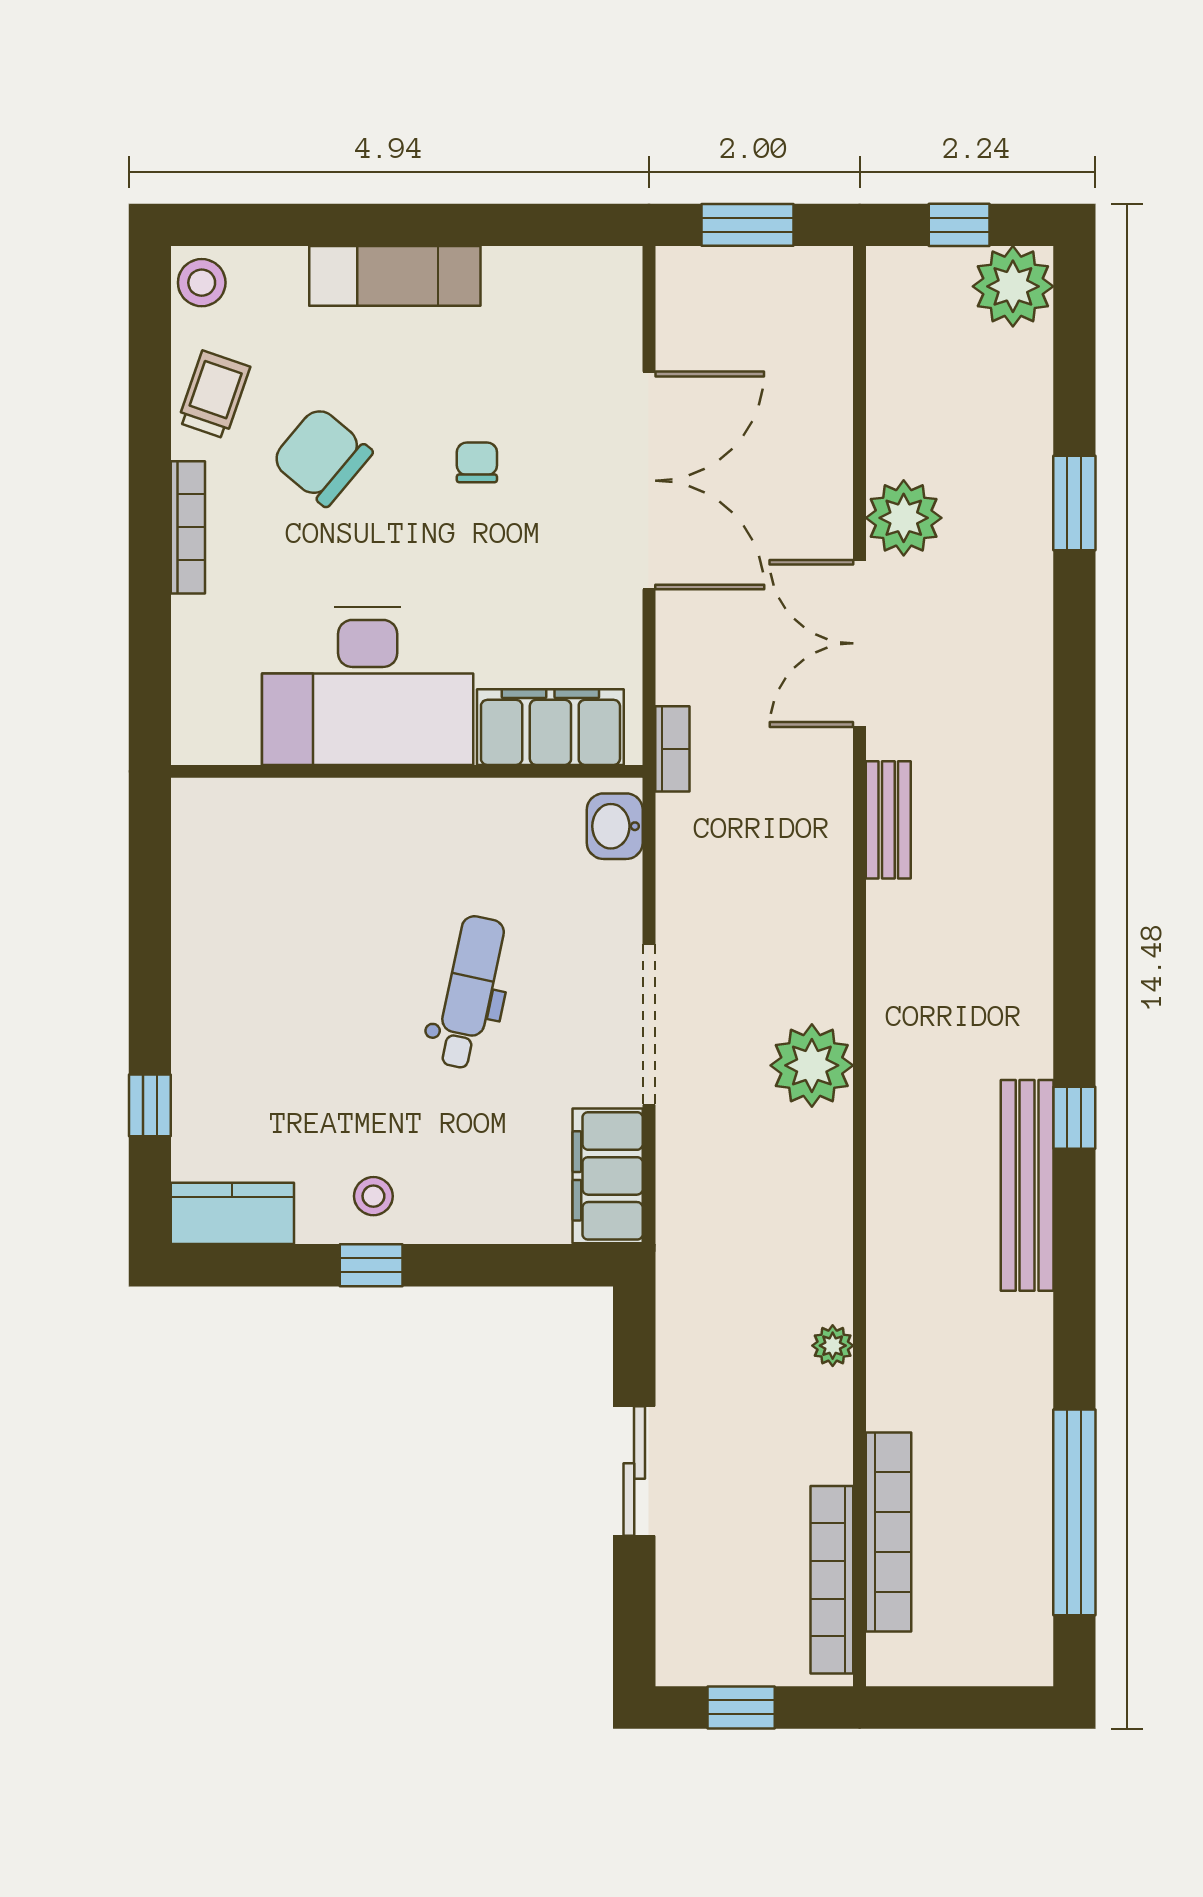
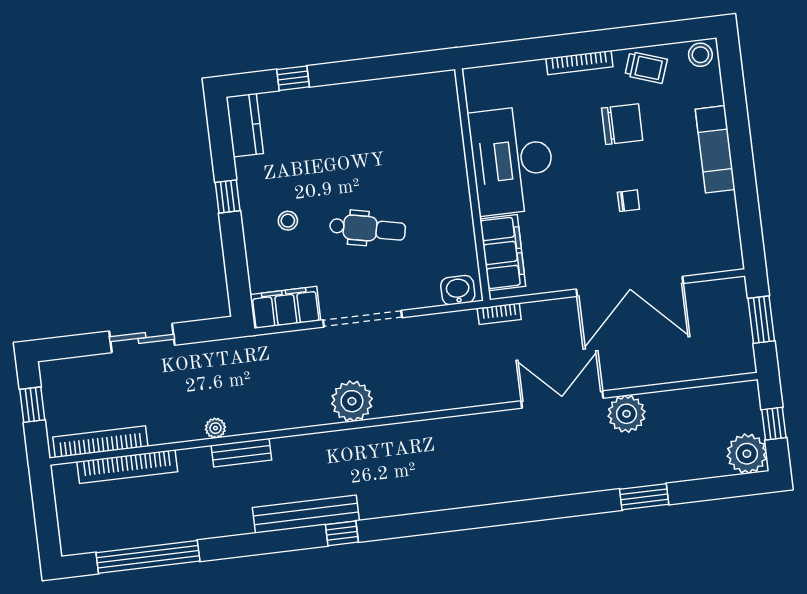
chair: (322, 456) -> (622, 124), turned 50
bench: (888, 820) -> (241, 453), moved
stool: (373, 1196) -> (288, 221), moved

